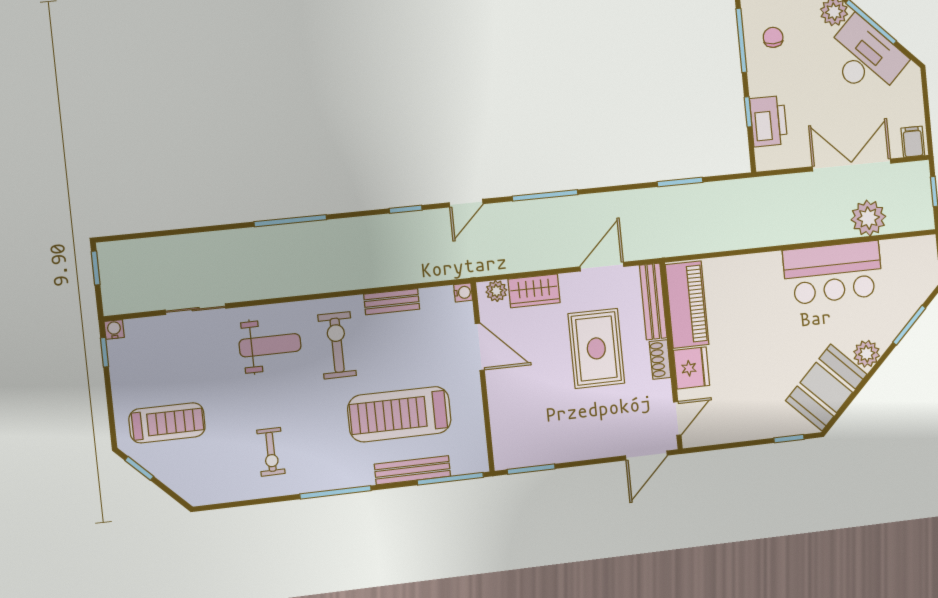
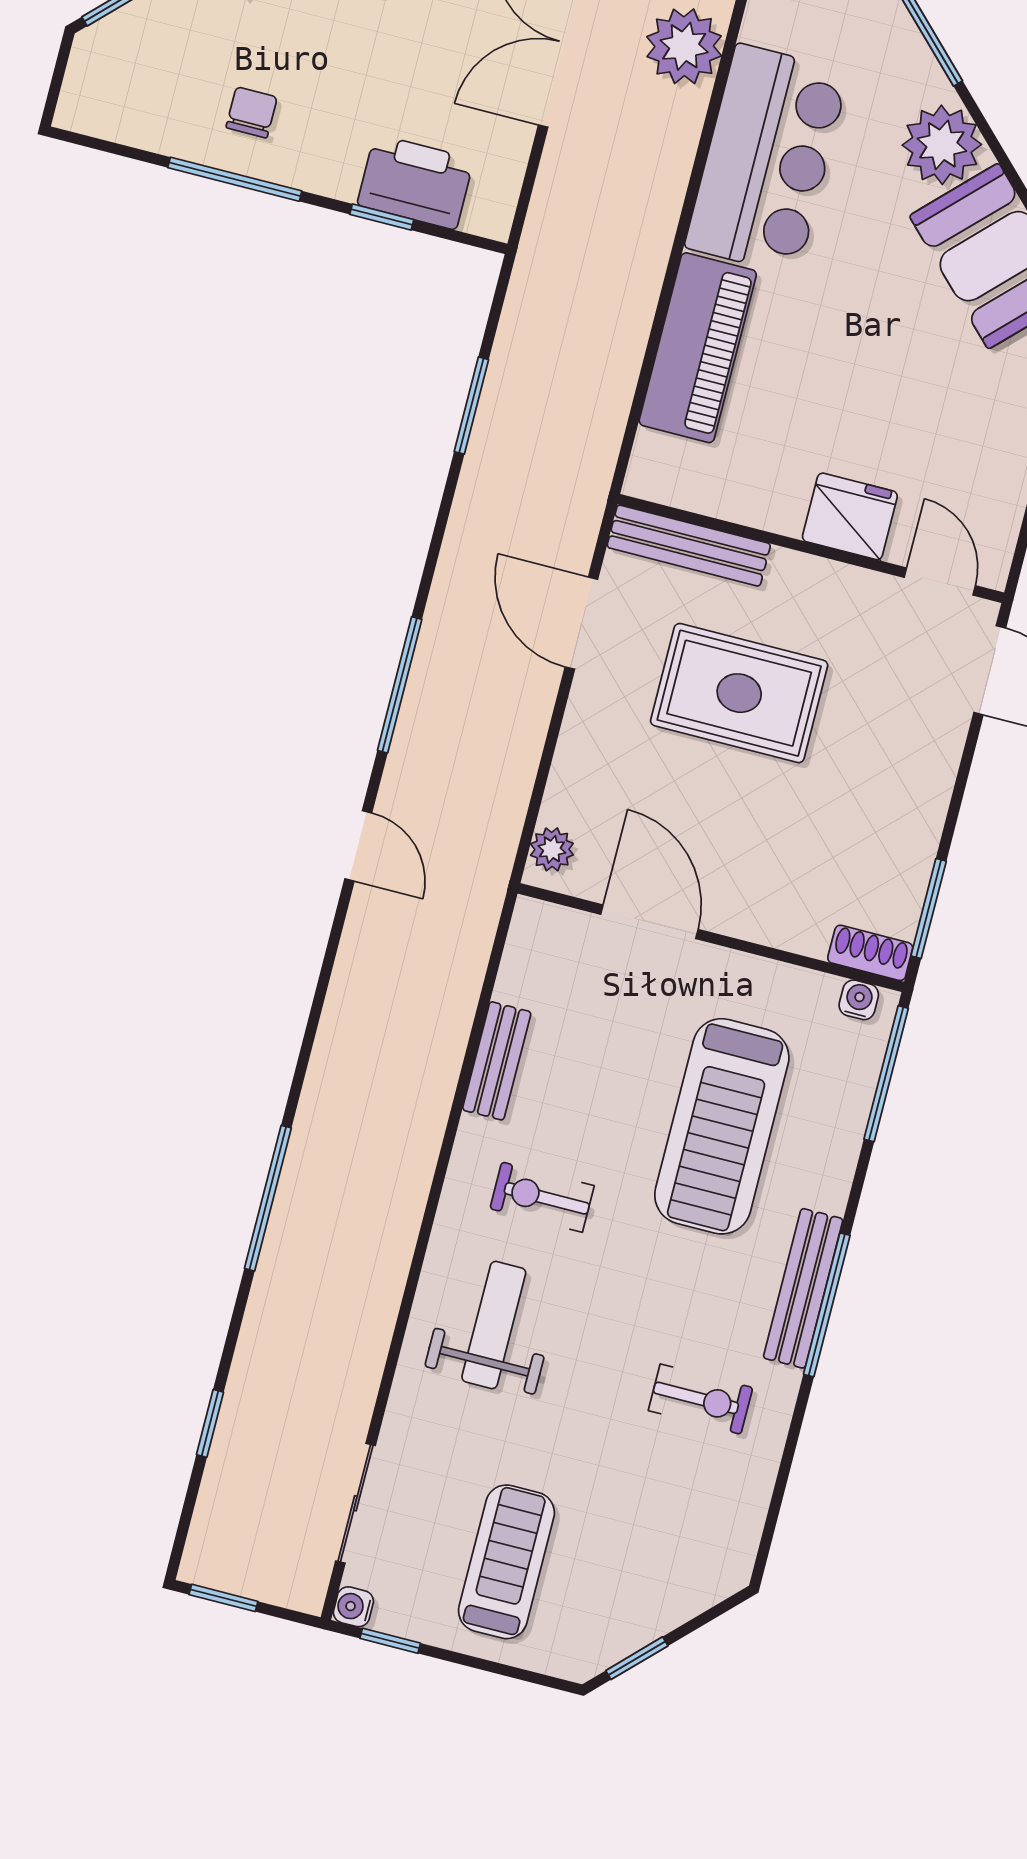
chair: (773, 37) -> (252, 112), turned 90
window: (406, 209) -> (210, 1423), moved
wardrobe: (534, 291) -> (579, 775), removed
water cooler: (463, 292) -> (859, 1000), moved
piano: (687, 305) -> (698, 348), moved, turned 90
sliding door: (196, 309) -> (355, 1503), moved
exercise bike: (337, 345) -> (542, 1197), width x0.73, depth x0.72
door: (480, 347) -> (649, 922), hinge flipped
plant: (867, 354) -> (942, 145), width x1.36, depth x1.36
shoe rack: (660, 359) -> (870, 953), moved, turned 180
treadmill: (167, 423) -> (506, 1562), moved
bench: (412, 470) -> (803, 1288), moved

